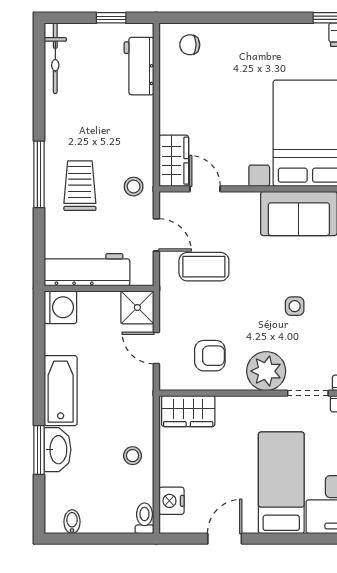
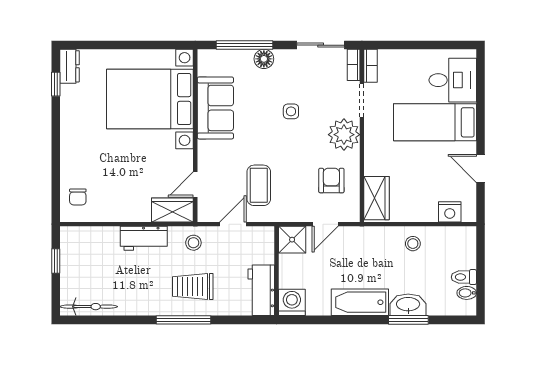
workbench: (139, 66) -> (144, 238), moved
workbench: (87, 270) -> (261, 290), width x0.73
toilet: (144, 518) -> (464, 277), moved

